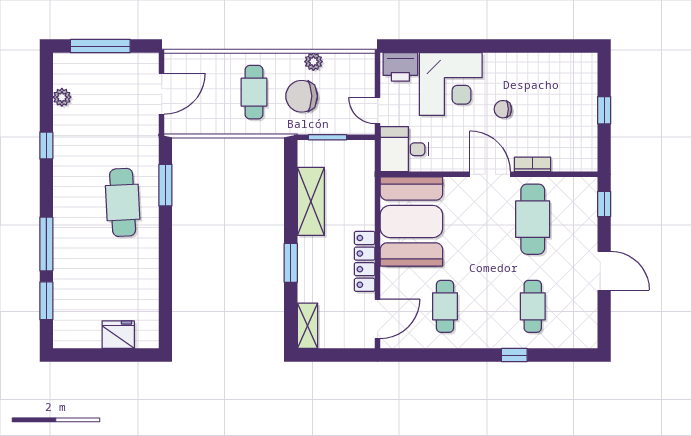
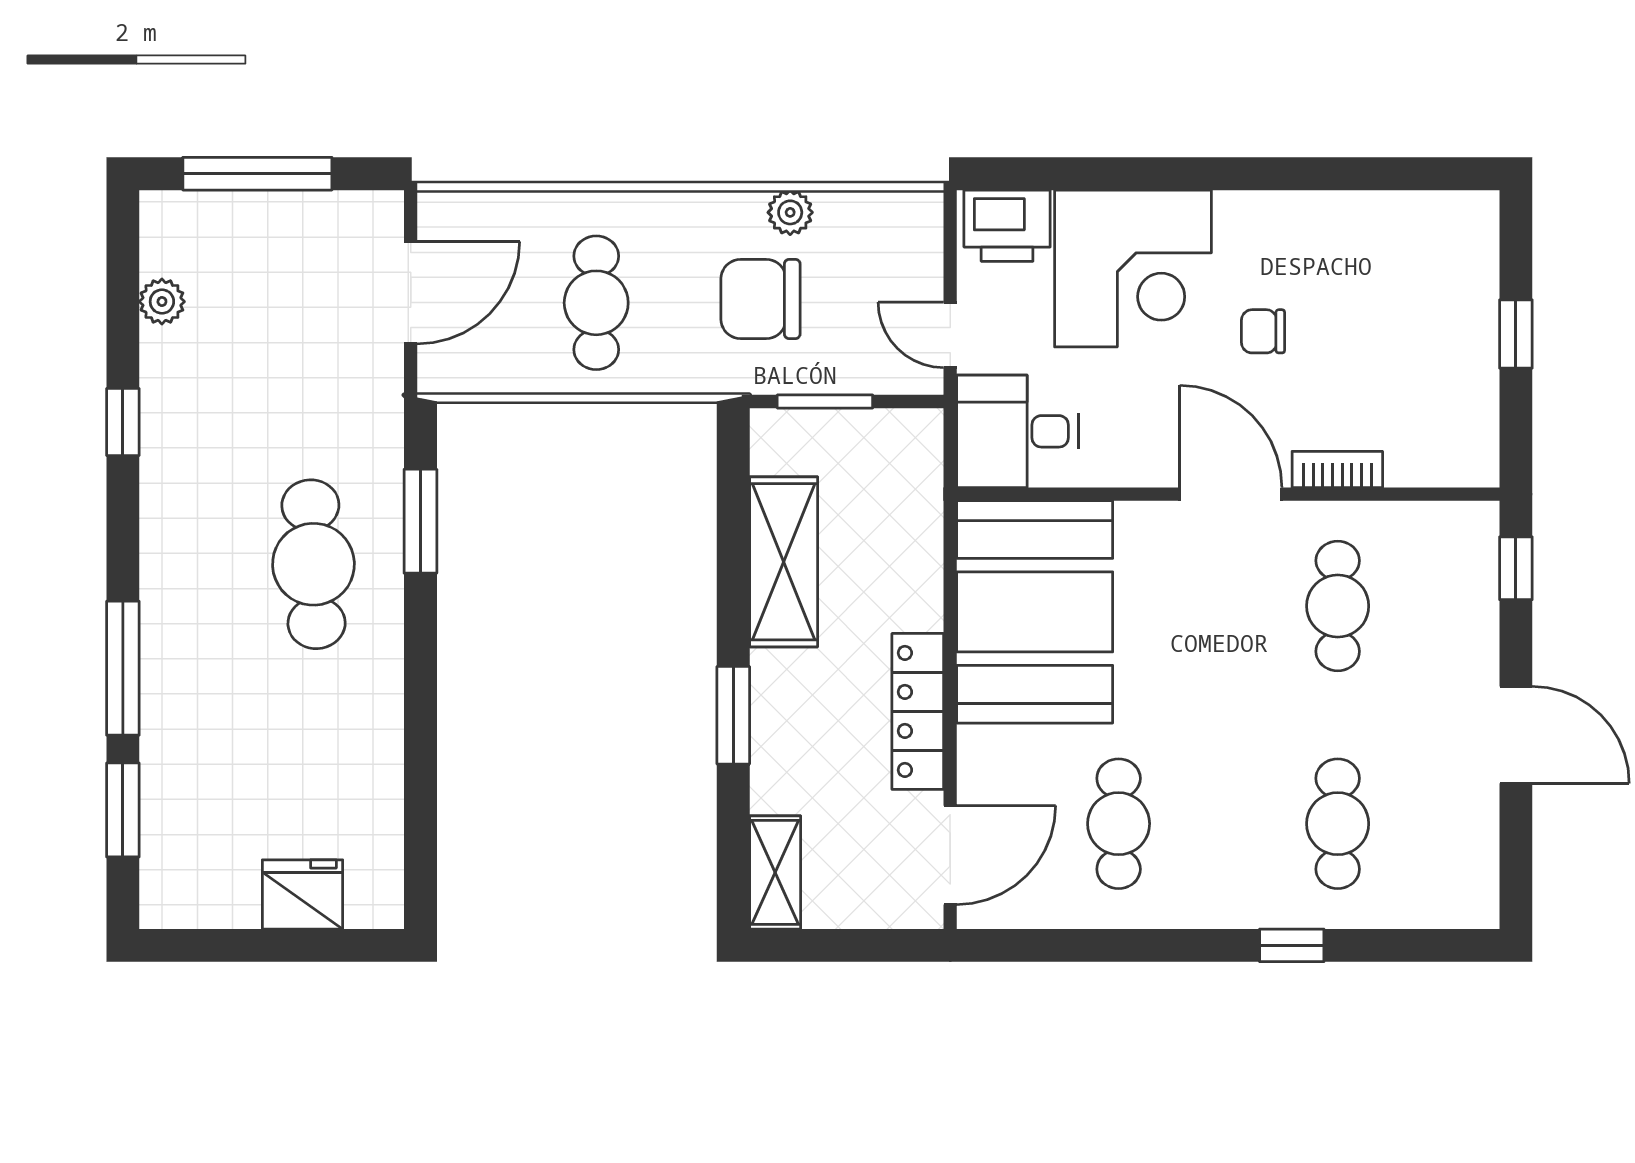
cafe table: (254, 92) -> (596, 303), moved
cafe table: (533, 219) -> (1338, 606), width x0.73, depth x0.74

